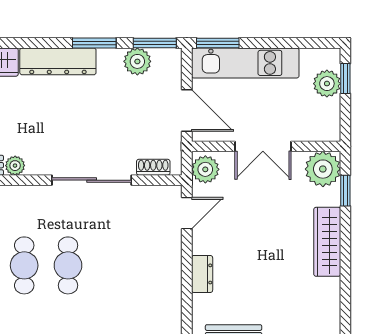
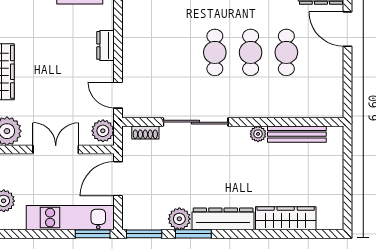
plant: (137, 61) -> (179, 219), moved
door: (187, 111) -> (118, 179), hinge flipped
door: (187, 213) -> (118, 95), hinge flipped

